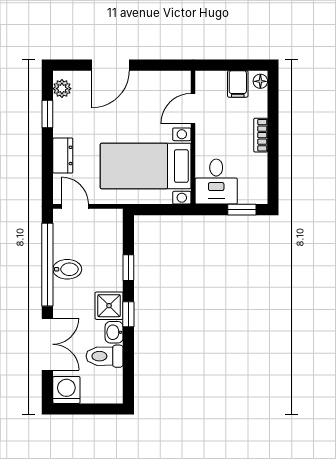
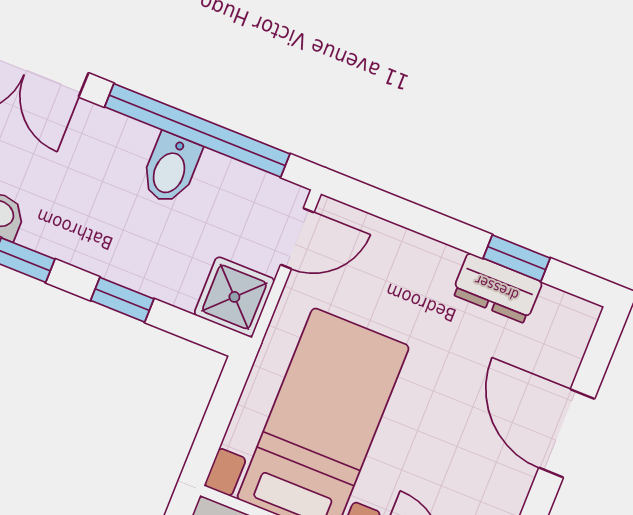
plant: (62, 89) -> (558, 311), removed
dresser: (63, 155) -> (497, 288), moved
shower: (109, 306) -> (234, 297), moved

